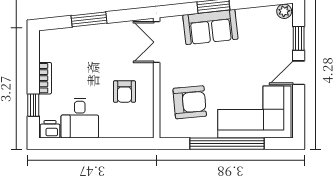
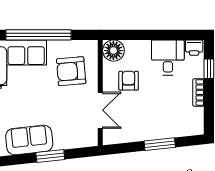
sofa: (210, 27) -> (29, 140), moved
double door: (157, 42) -> (100, 110), moved
floor lamp: (142, 126) -> (113, 51), added

